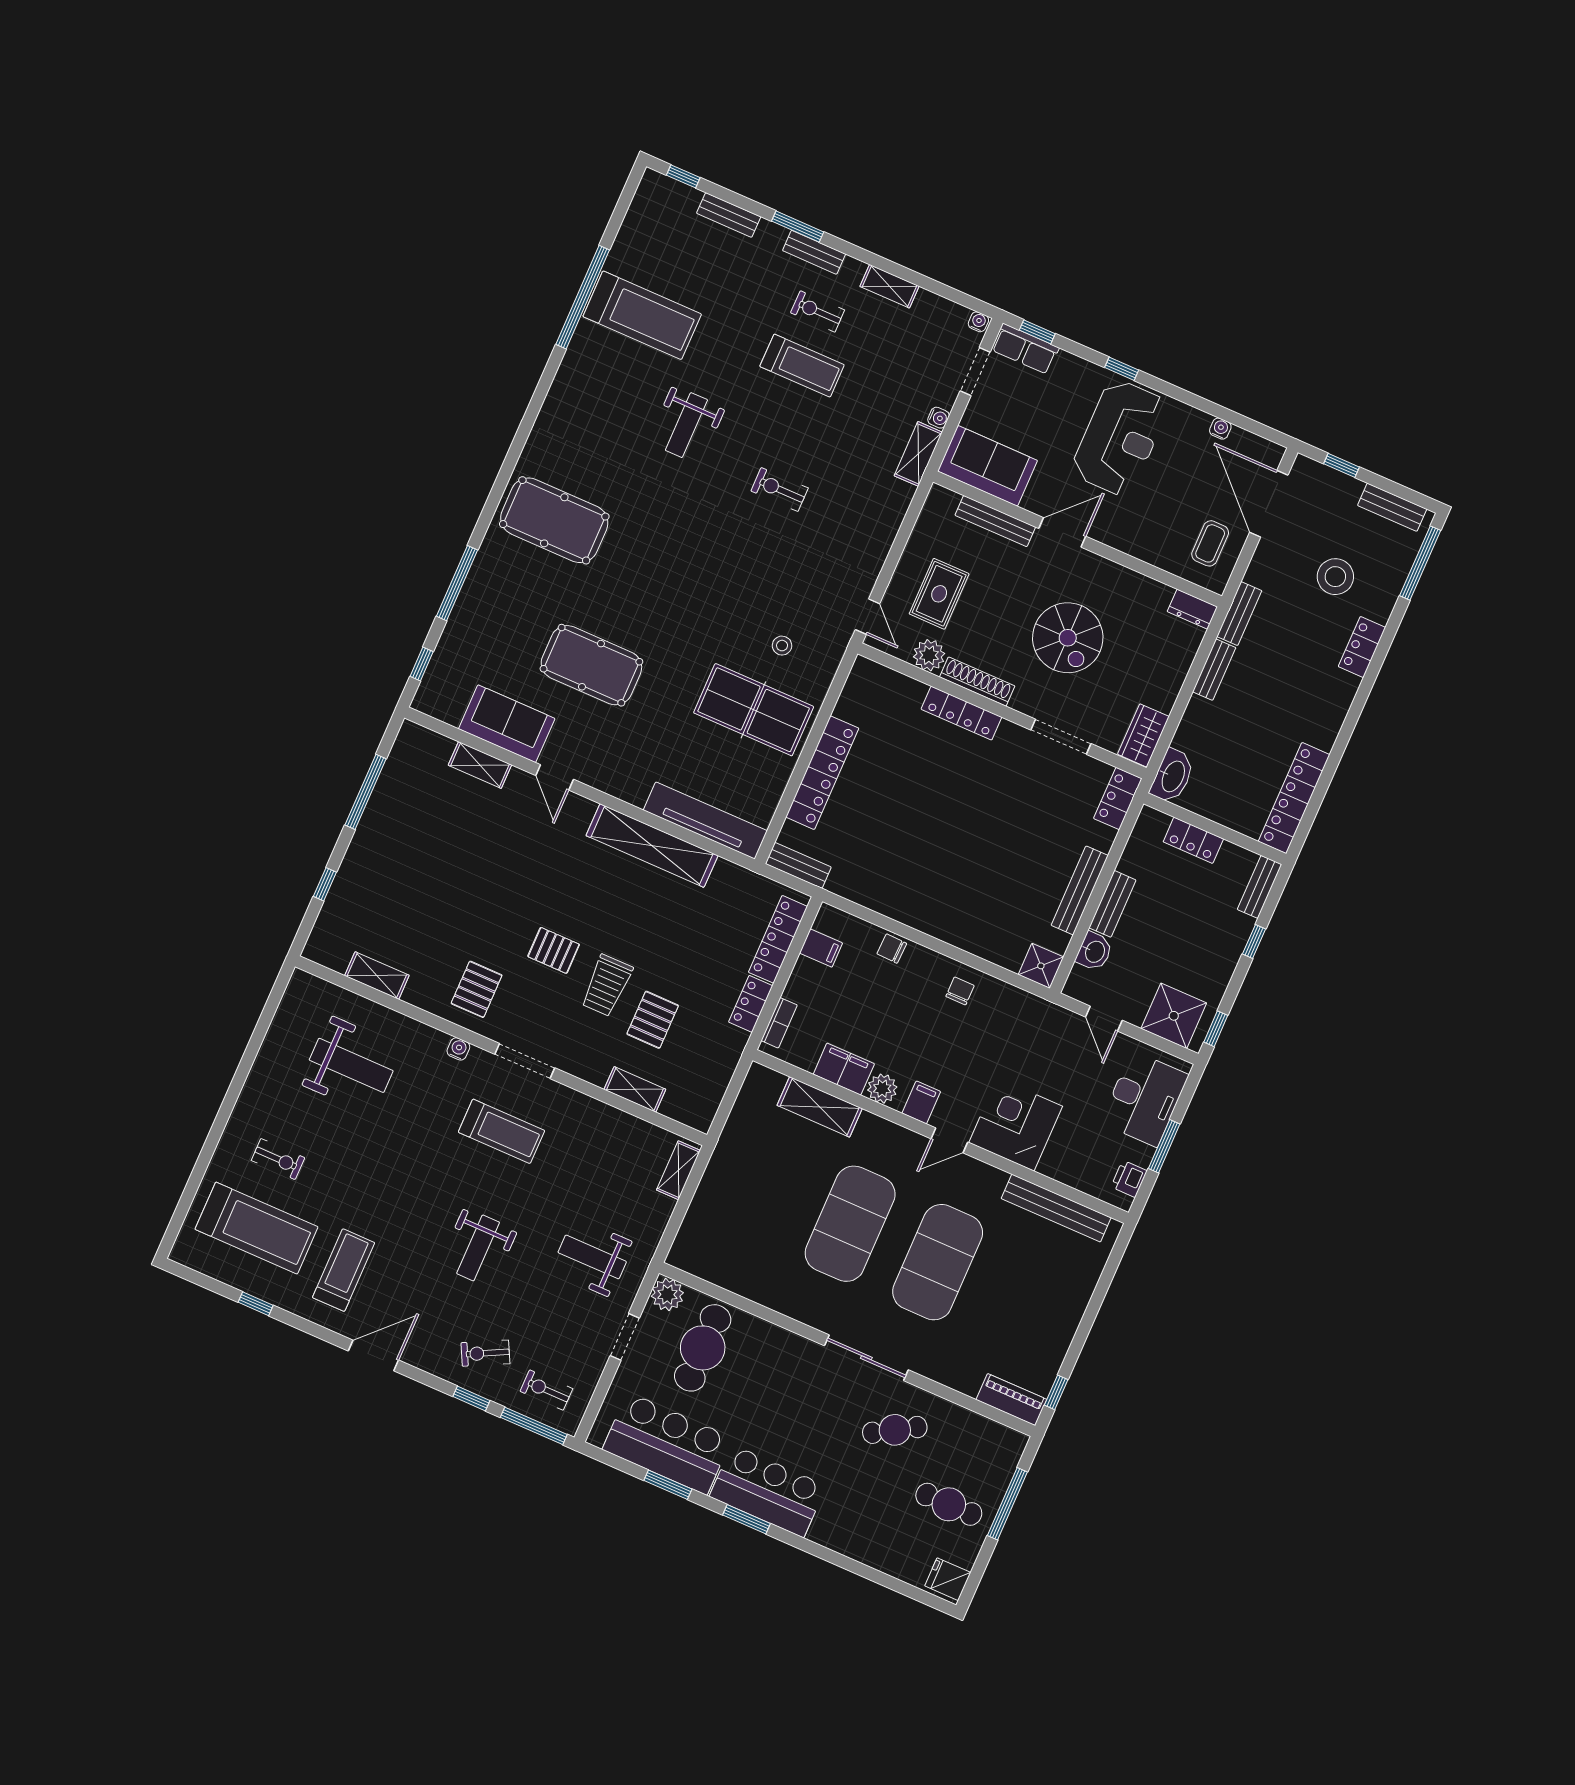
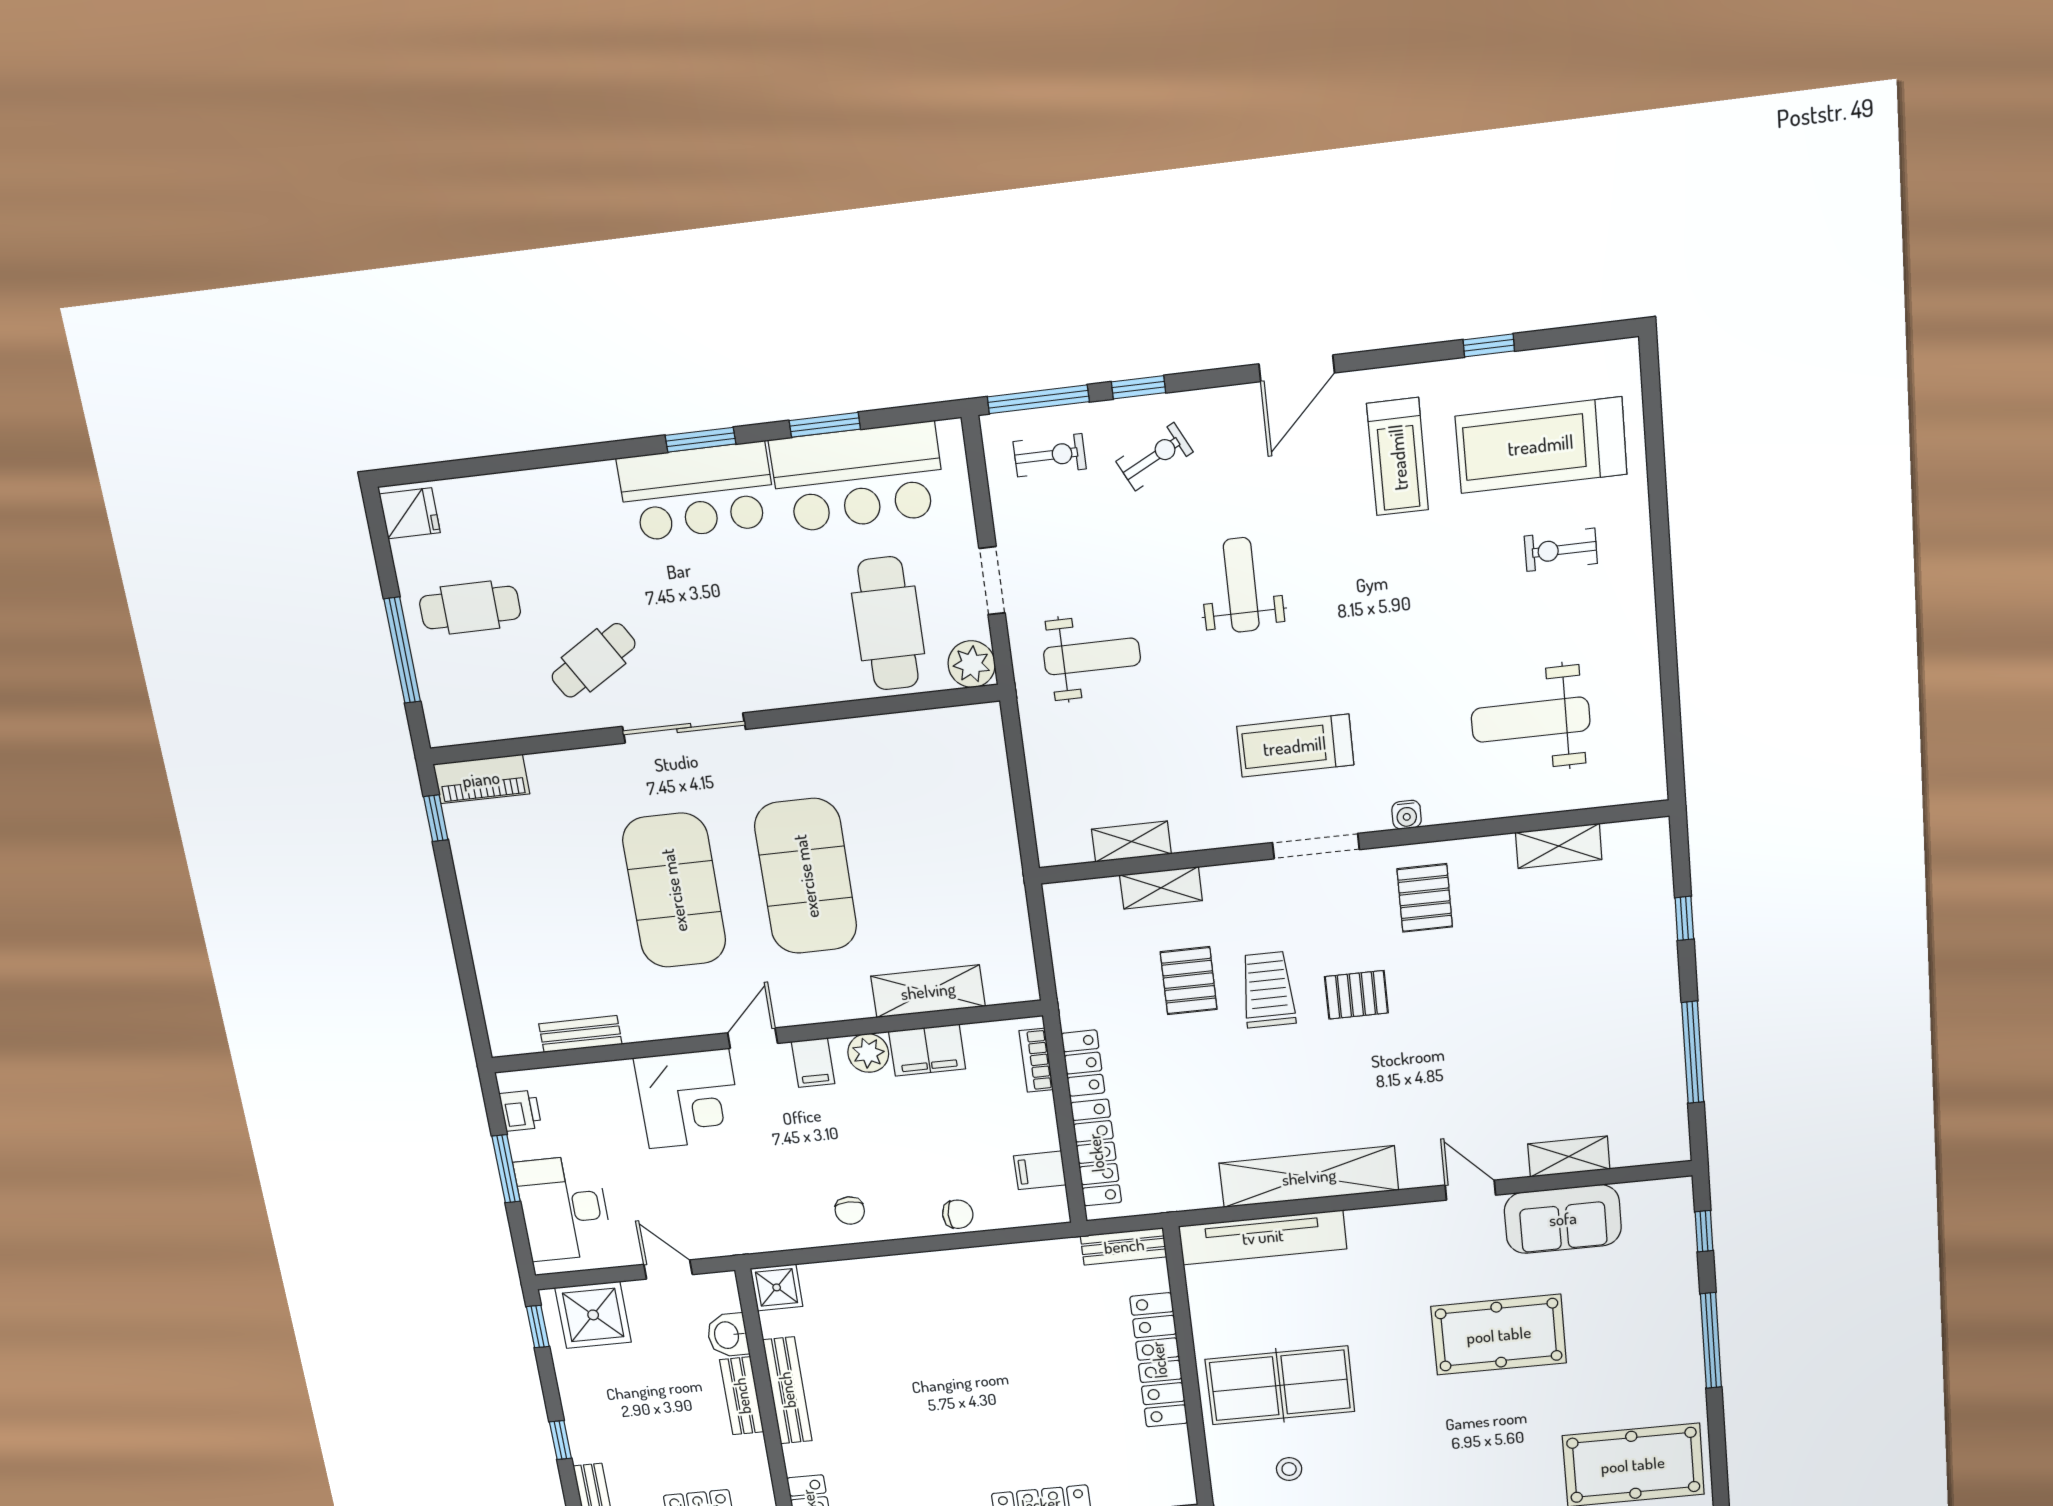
shelving: (678, 1170) -> (1132, 841), moved, turned 90
bench: (1056, 1208) -> (580, 1034), width x0.54, depth x0.82

